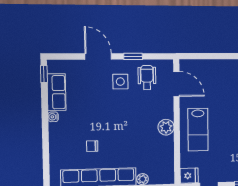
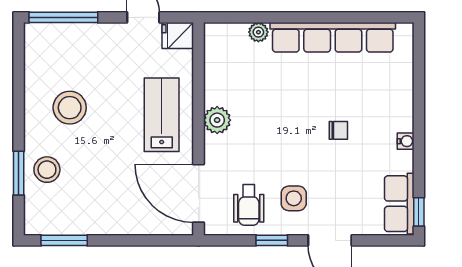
door: (176, 84) -> (198, 193), width x1.36
row of seats: (57, 92) -> (399, 204), moved
chair: (92, 146) -> (338, 130), moved

